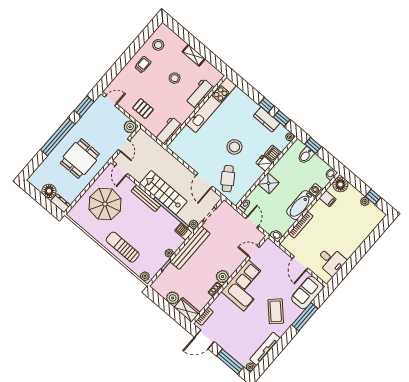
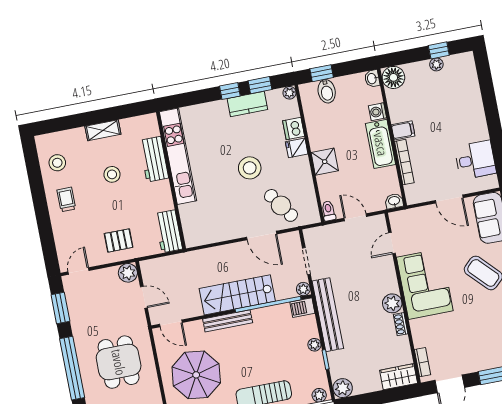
filing cabinet: (328, 199) -> (403, 130), moved
plant: (173, 298) -> (343, 388), moved

